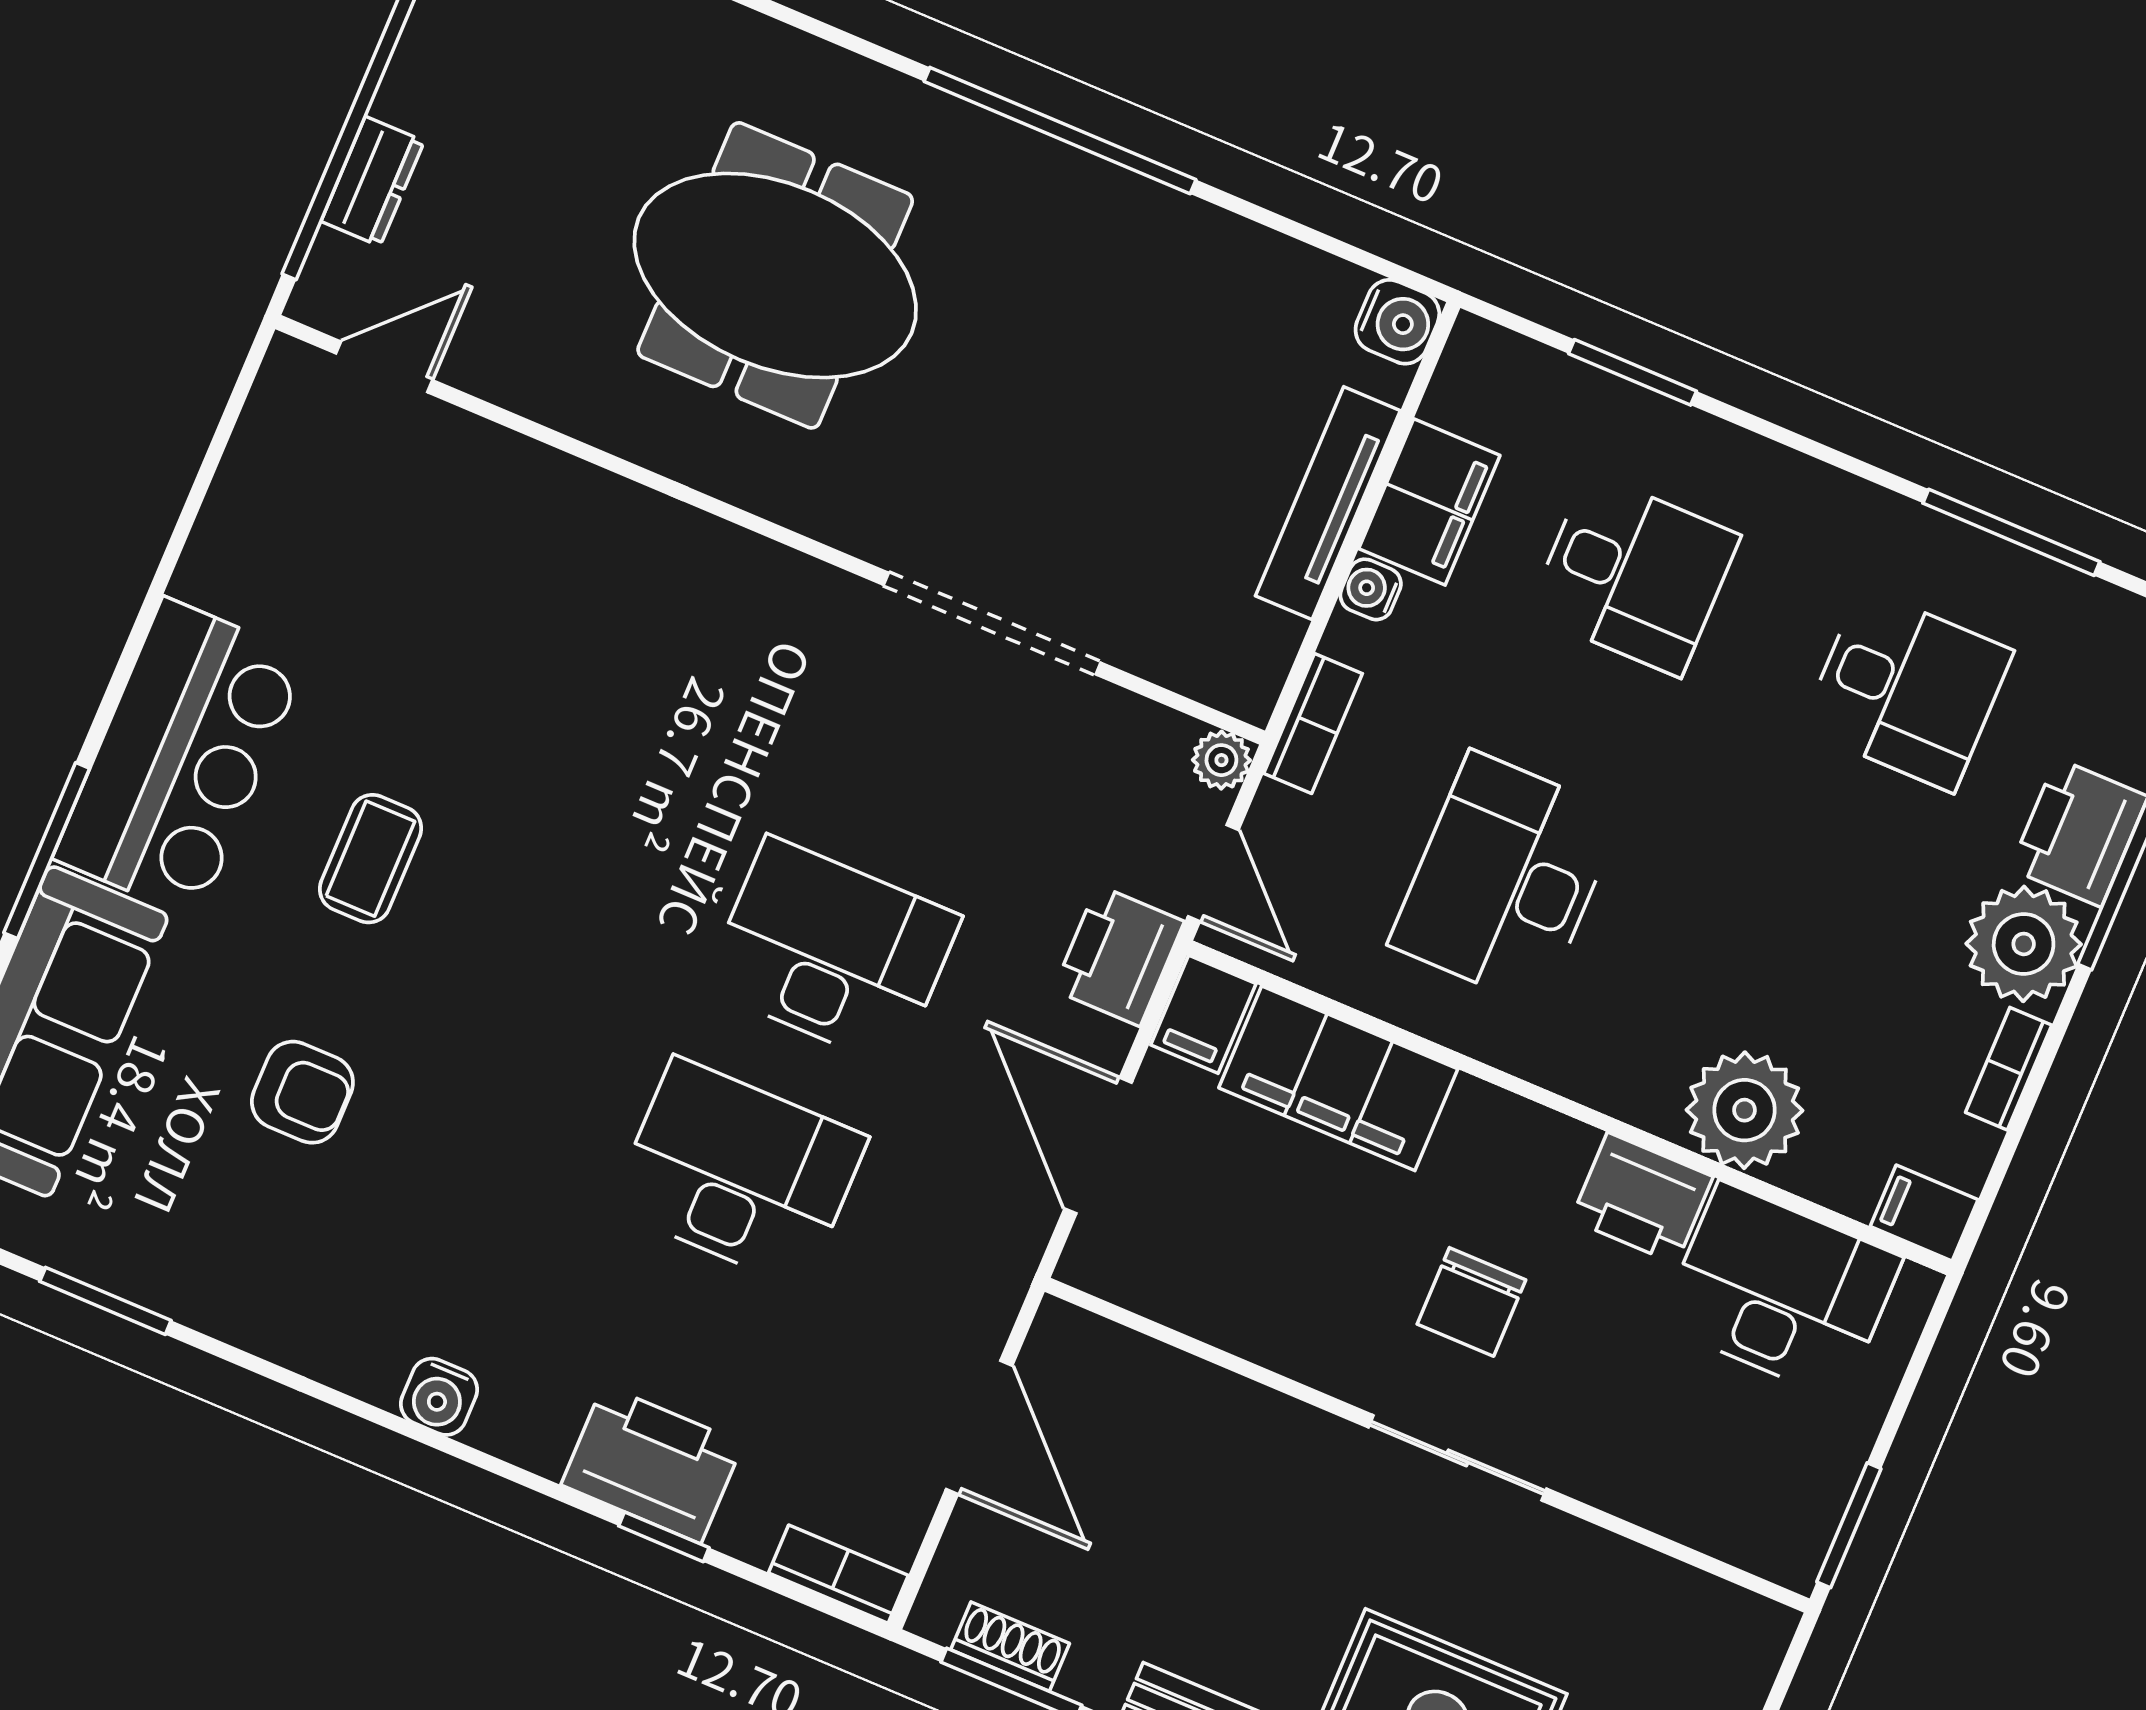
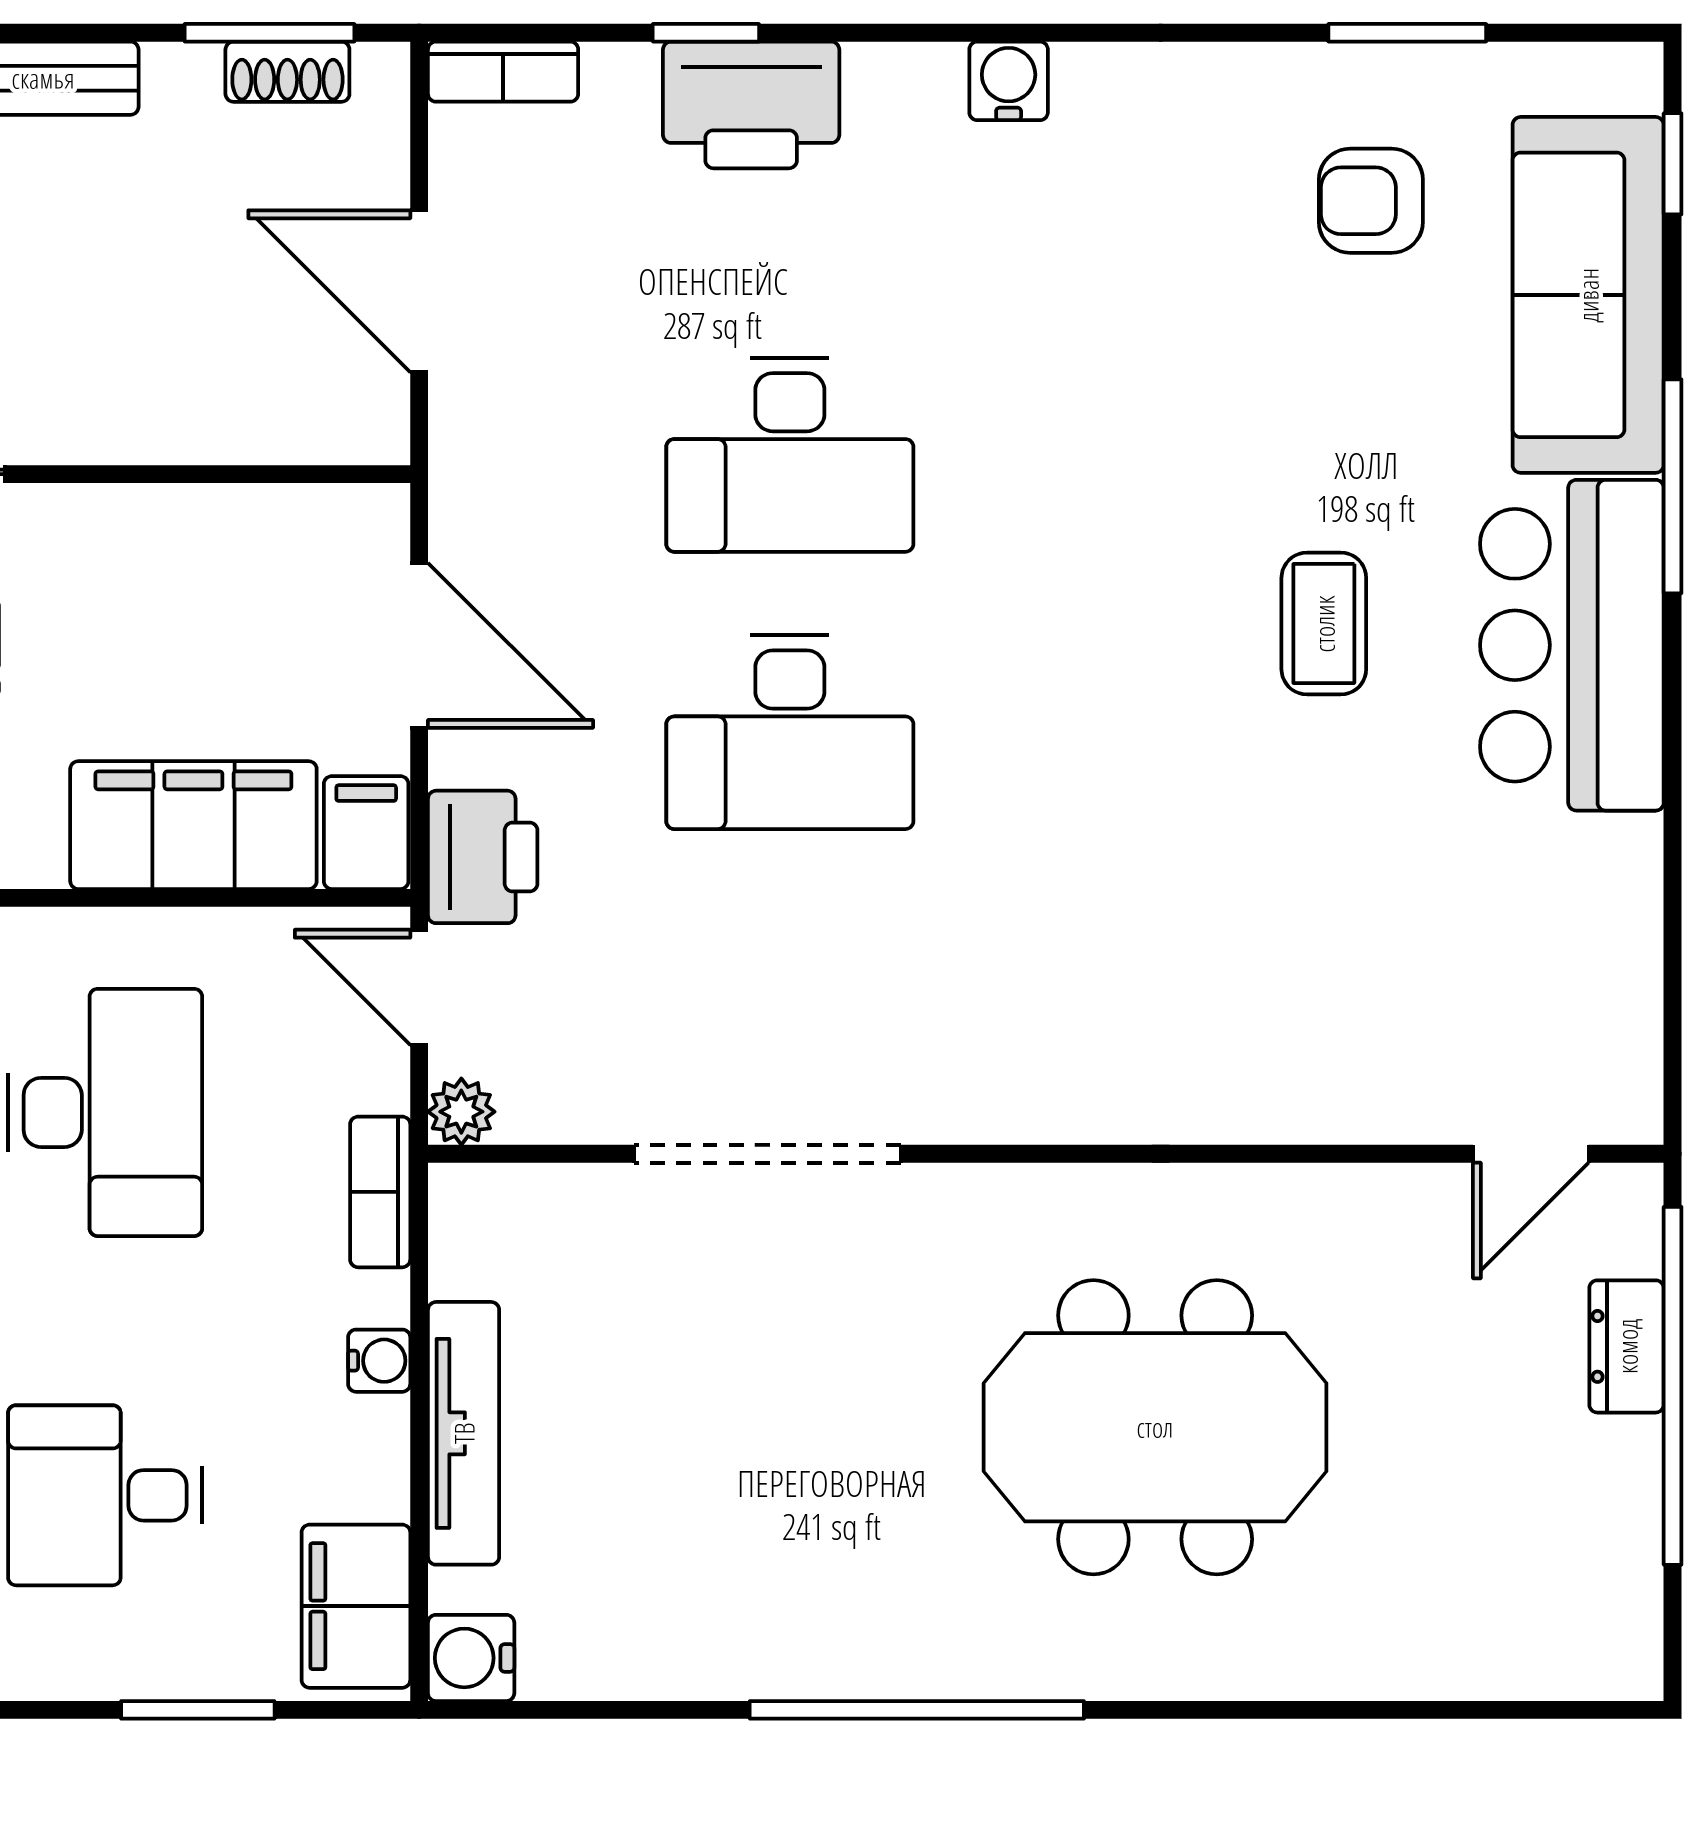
filing cabinet: (1429, 502) -> (356, 1606), moved
armchair: (302, 1092) -> (1371, 201), moved

